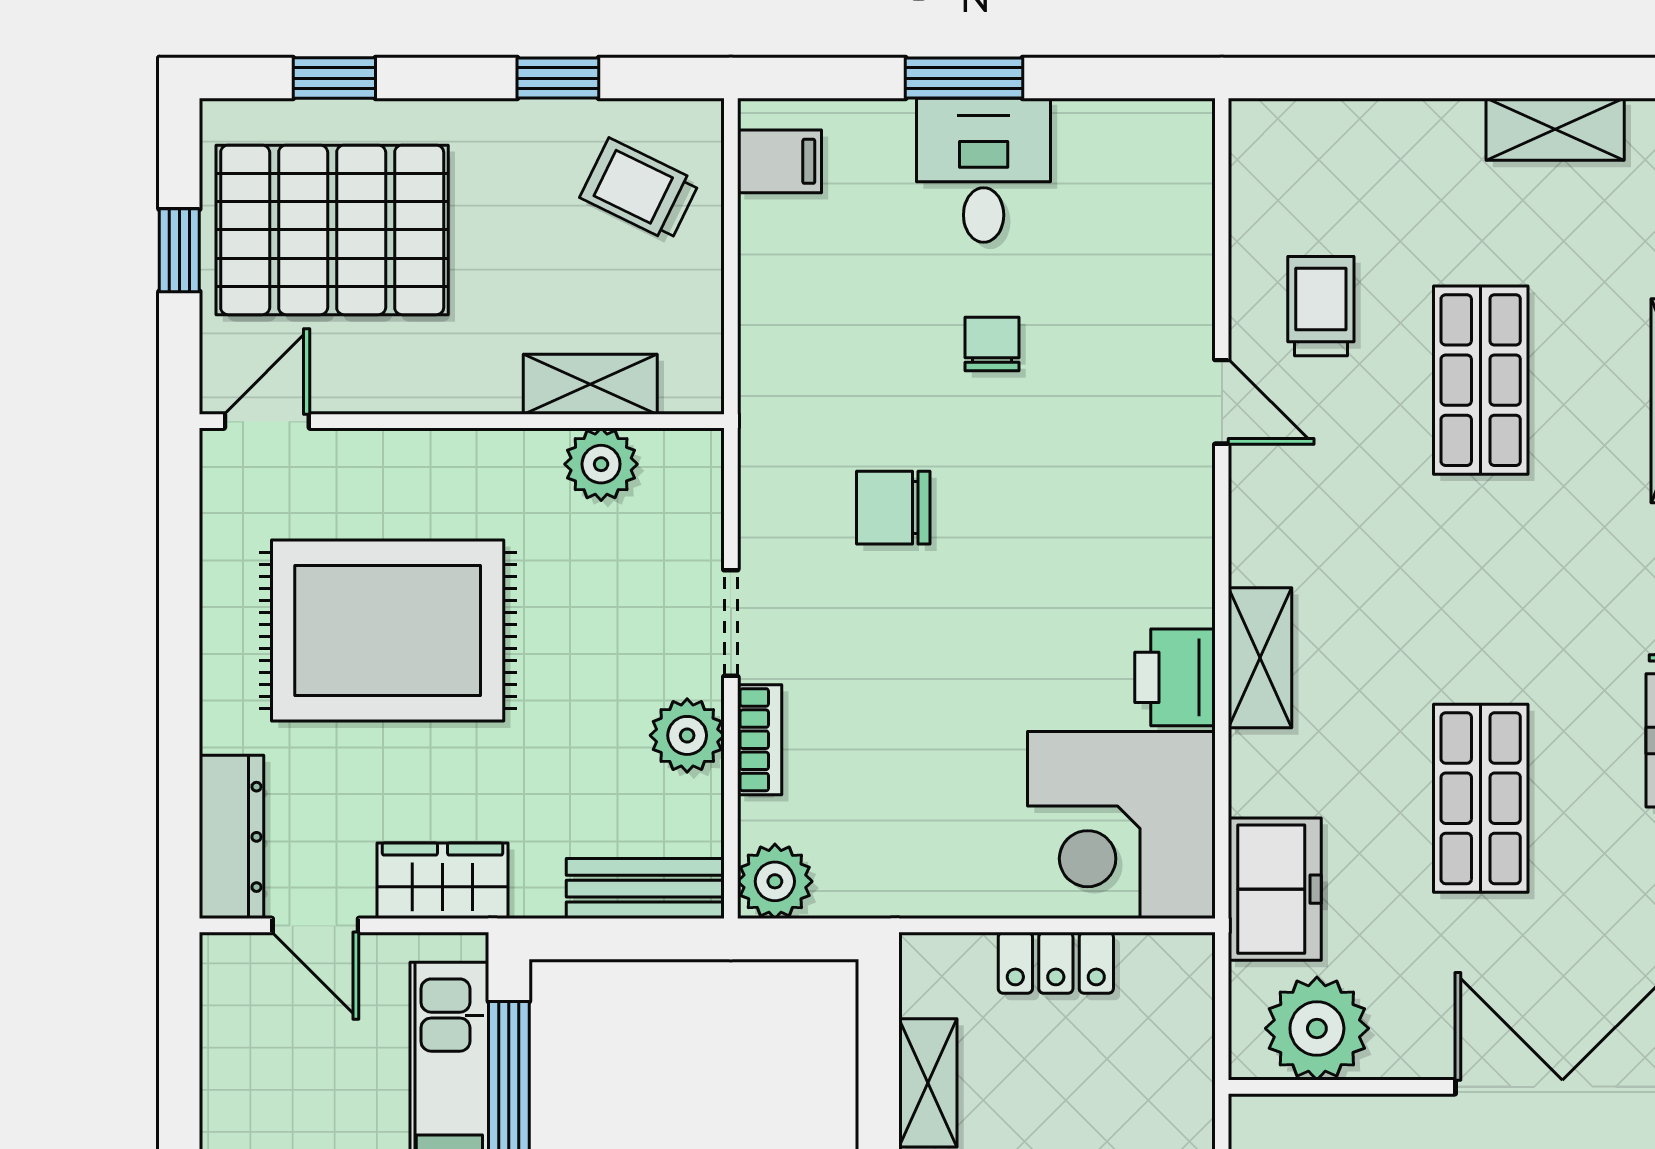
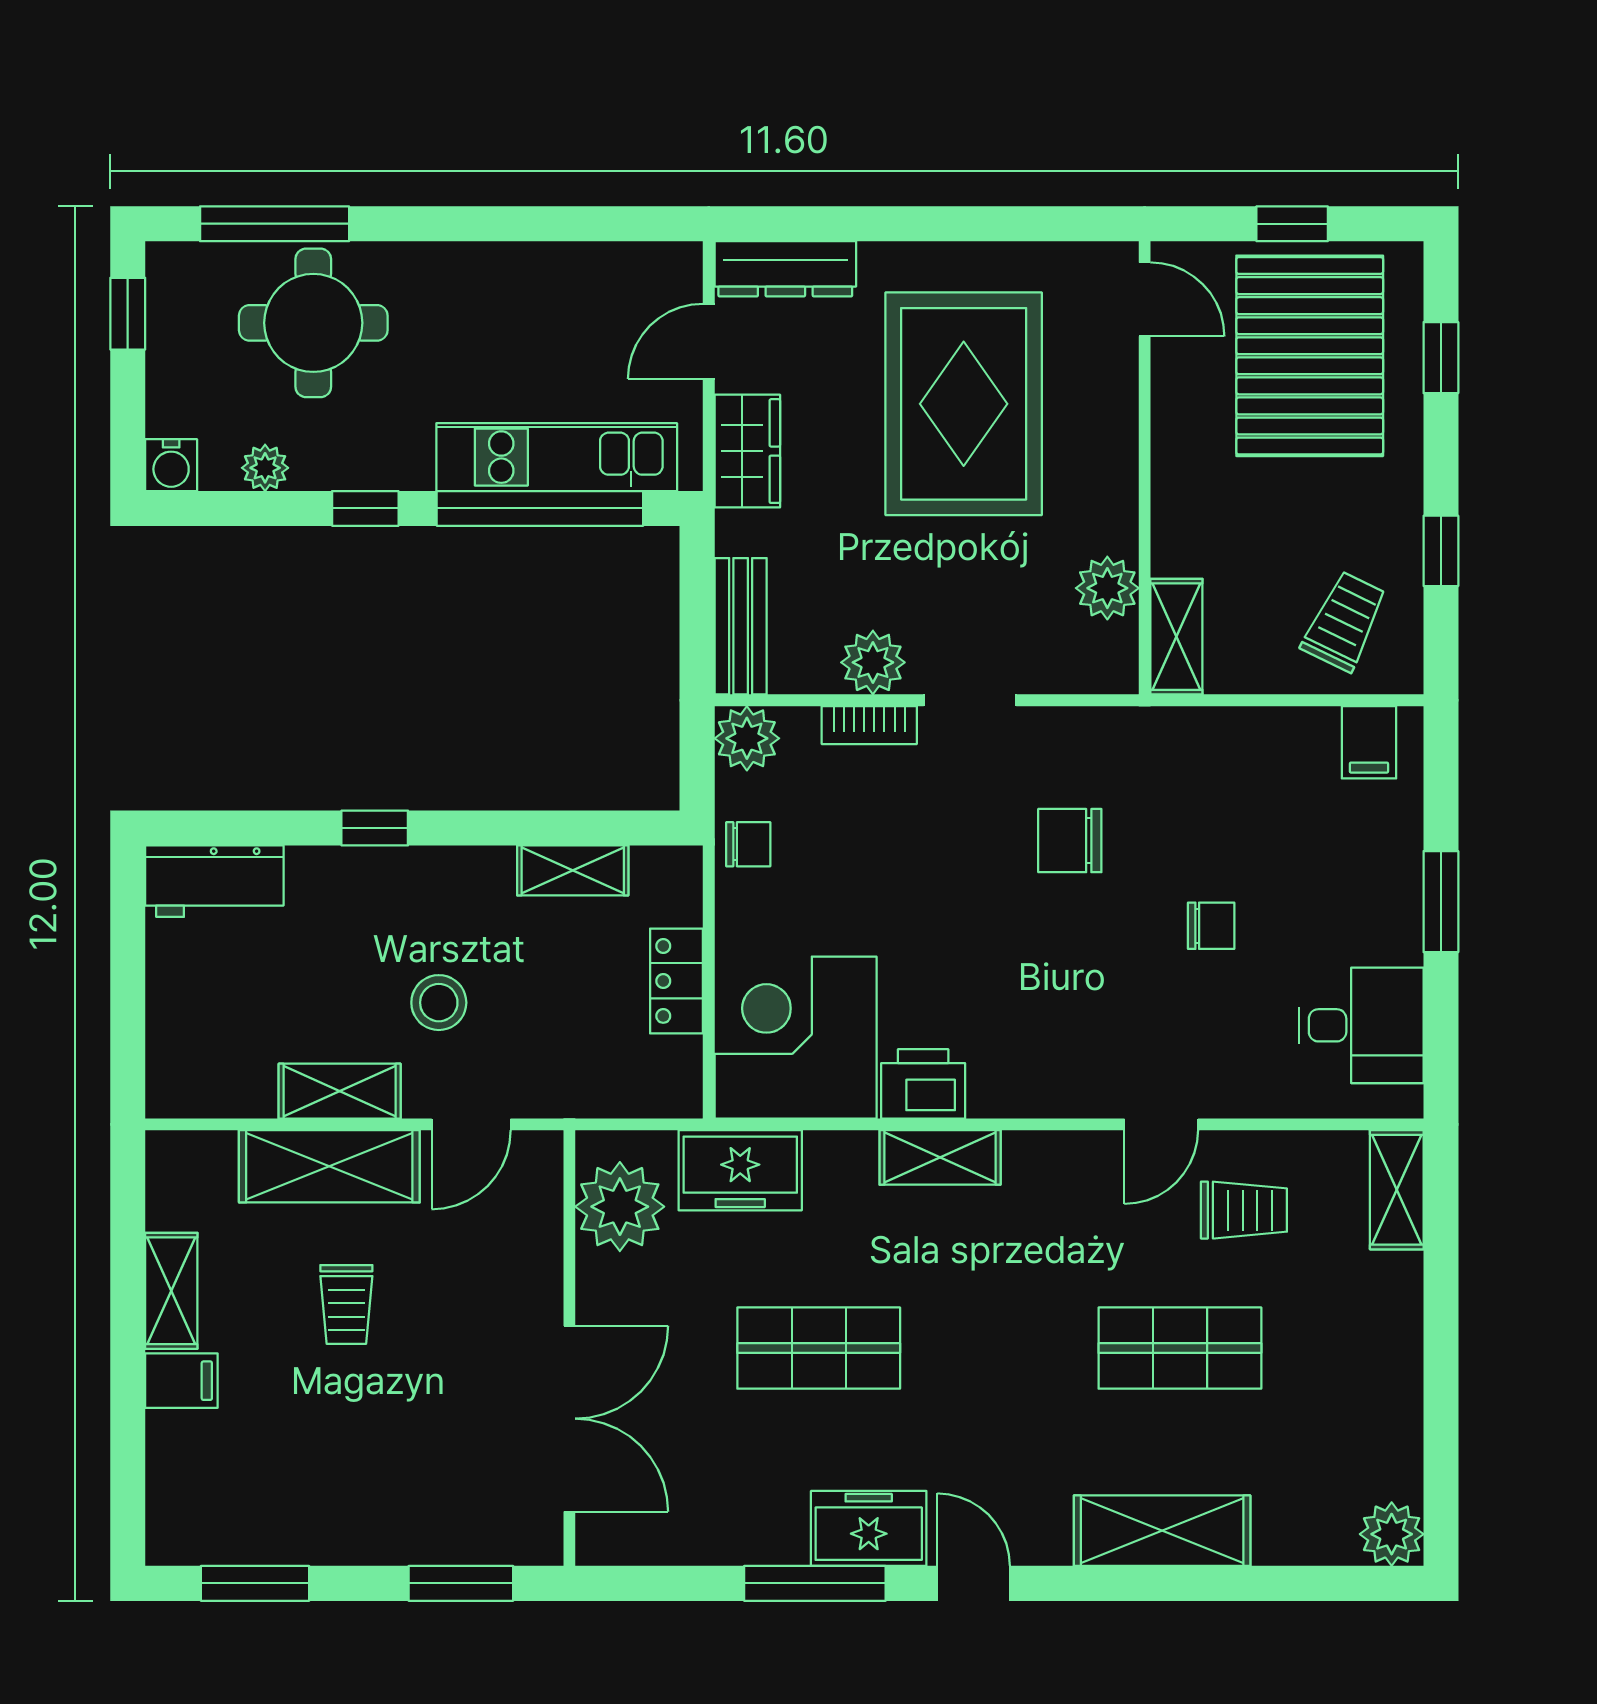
shelving: (1555, 129) -> (1397, 1190), moved
desk: (984, 170) -> (1361, 1025), moved
shelving: (590, 384) -> (1176, 637), moved
chair: (893, 508) -> (1070, 841), turned -90
chair: (898, 880) -> (748, 844), added

